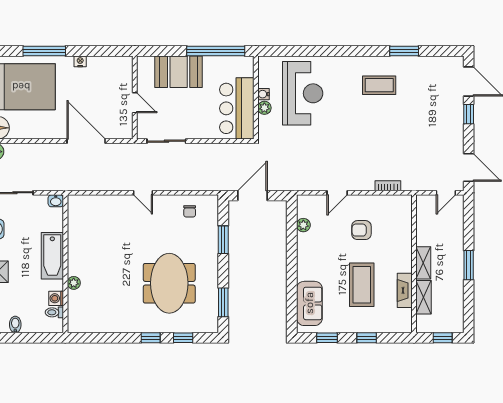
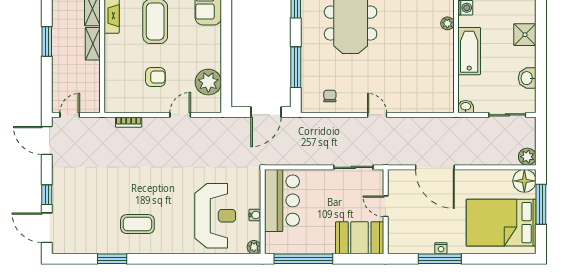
window: (44, 51) -> (440, 259), moved
booth: (179, 72) -> (360, 238), moved
reception desk: (303, 93) -> (215, 216), turned 180
plant: (264, 108) -> (254, 247), moved
plant: (303, 225) -> (208, 82), width x1.87, depth x1.87
window: (223, 240) -> (296, 67), width x1.44

